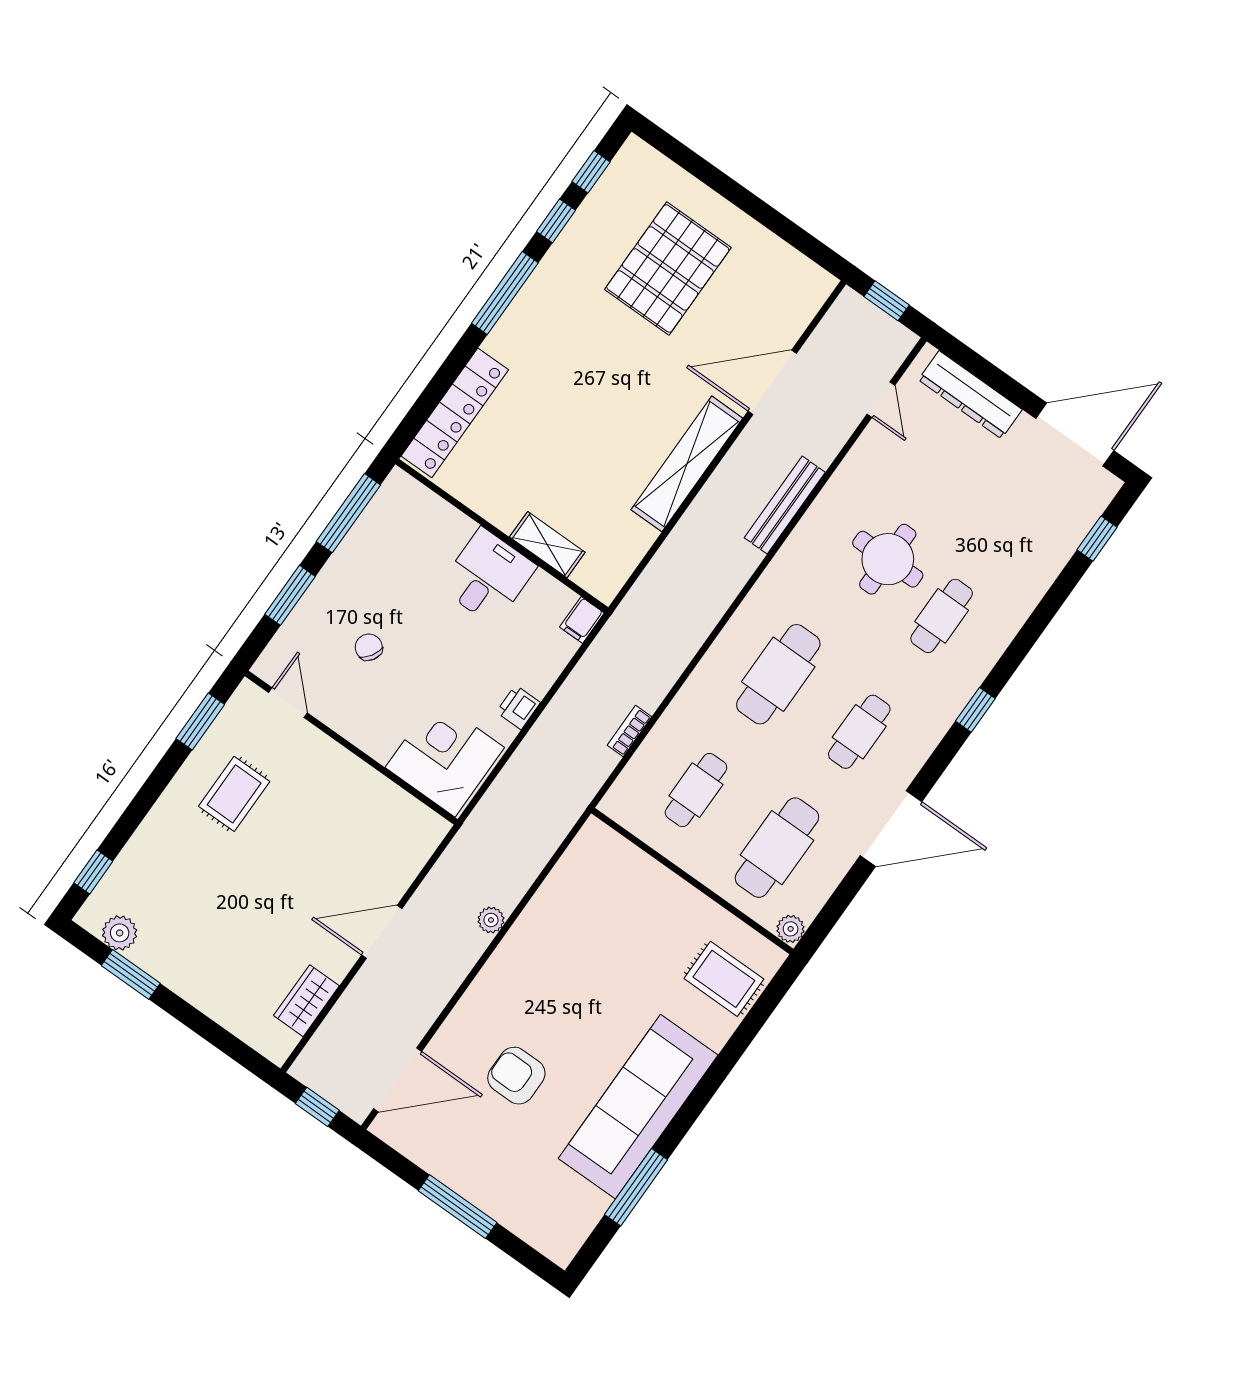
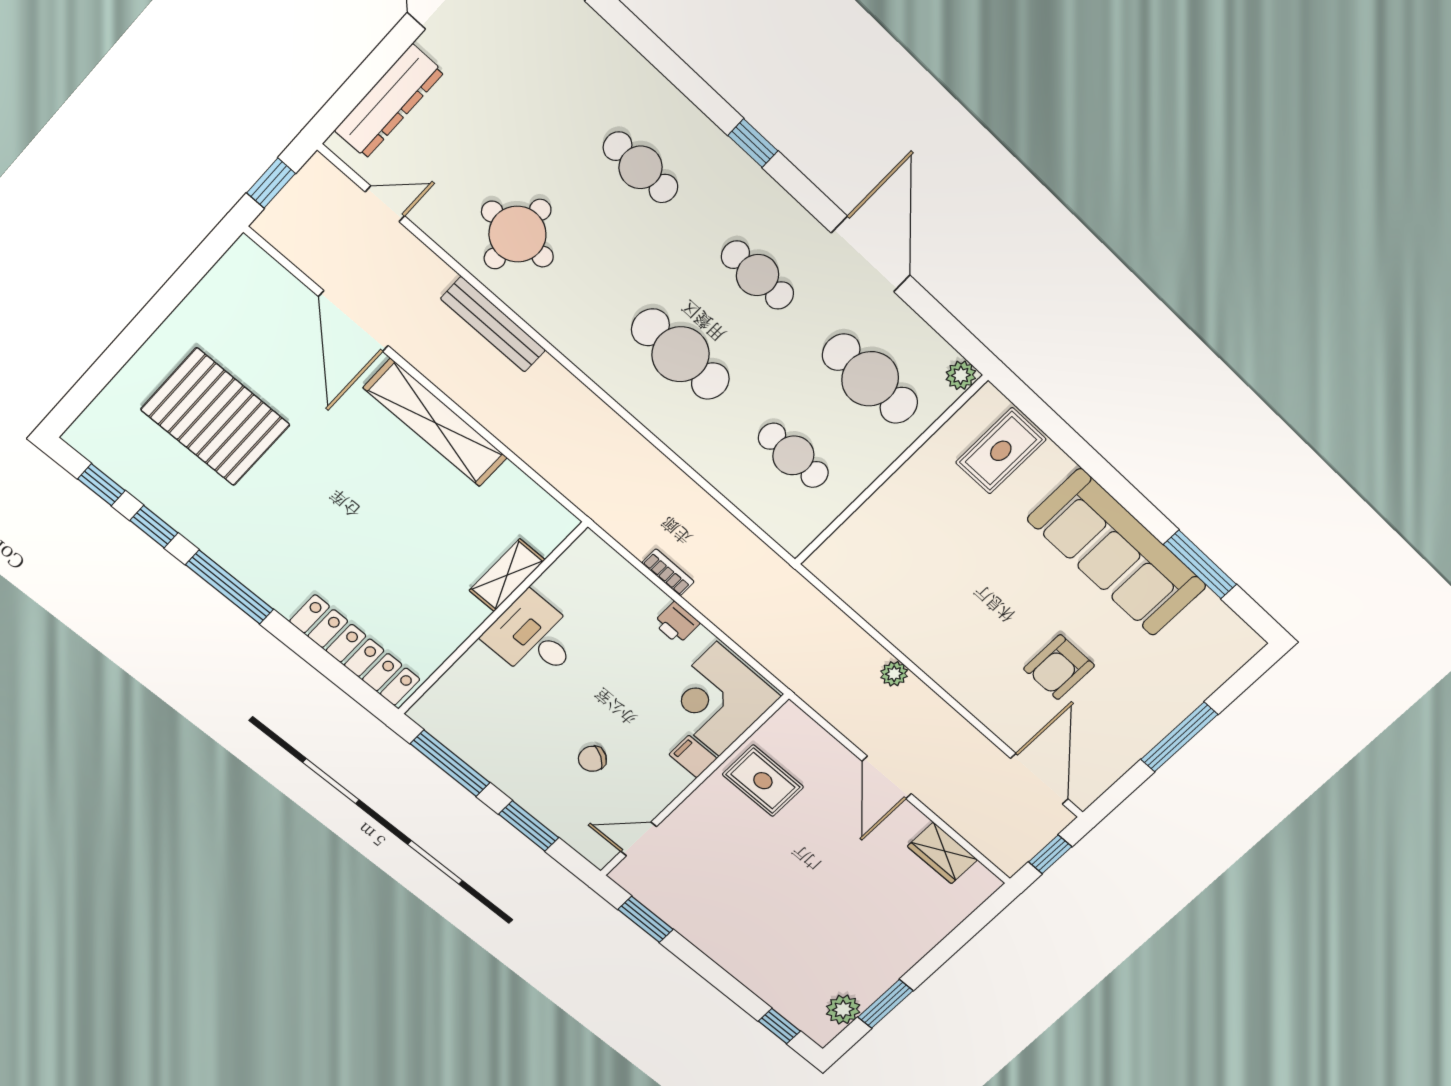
round table: (888, 559) -> (517, 234), moved
filing cabinet: (582, 620) -> (693, 757), moved, turned 180
bookcase: (629, 731) -> (668, 572), moved, turned 180
rug: (234, 794) -> (763, 781), moved

